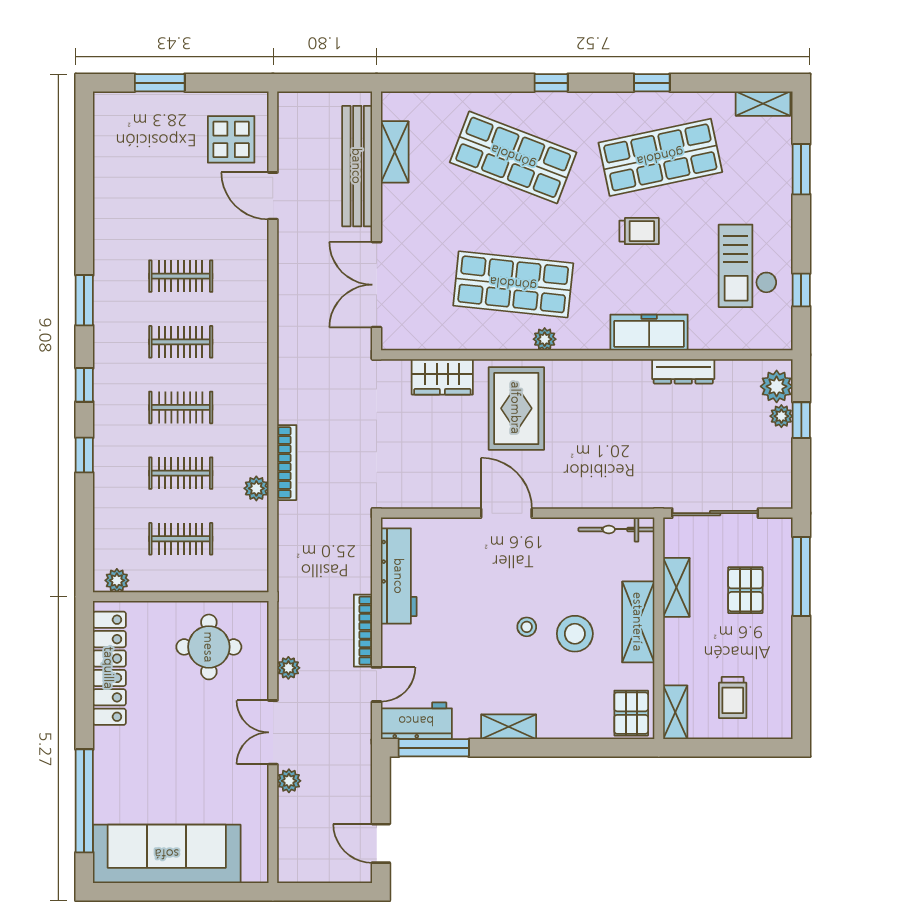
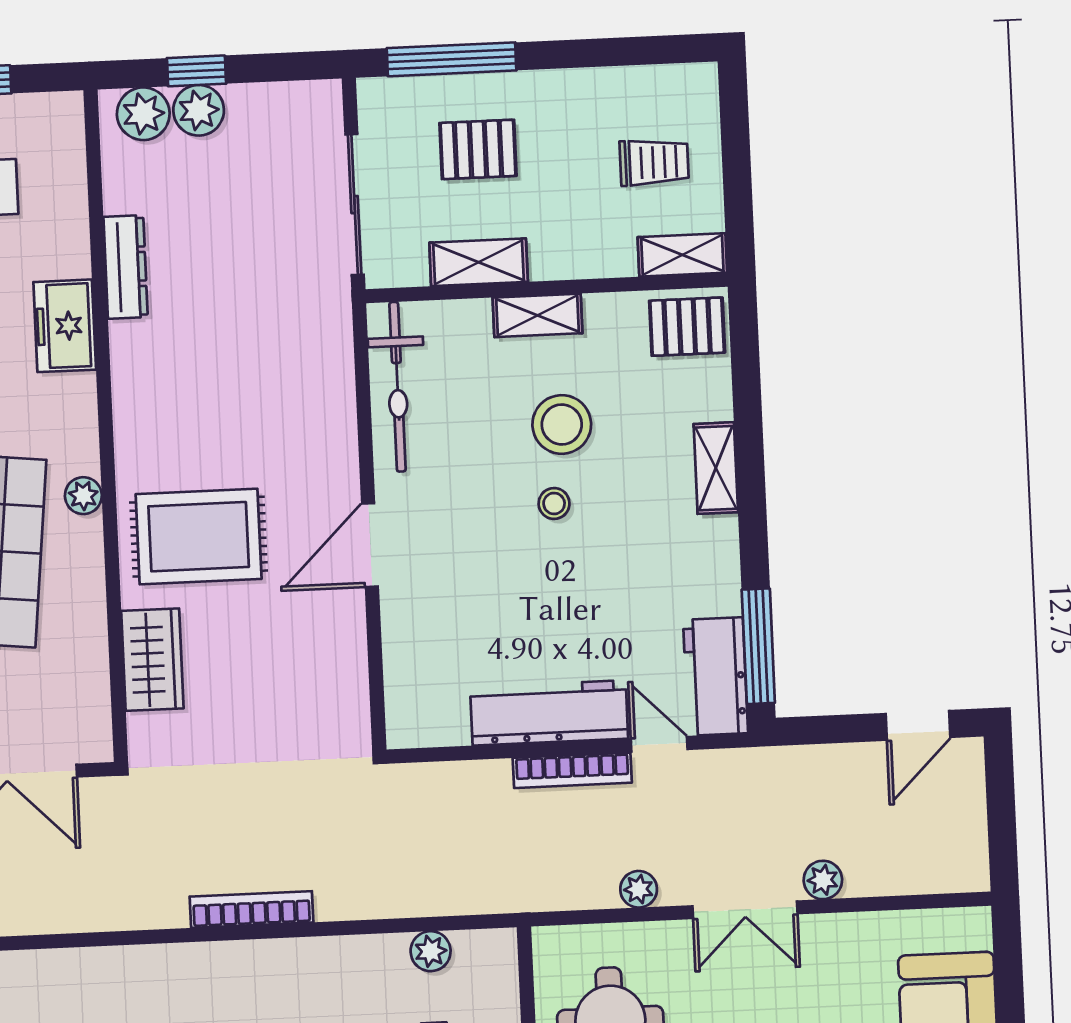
freezer: (649, 332) -> (65, 326), width x0.71
plant: (781, 416) -> (199, 110), width x1.38, depth x1.38
bookcase: (287, 463) -> (252, 909), moved
plant: (256, 488) -> (431, 951), moved
bicycle: (616, 529) -> (397, 387), width x1.37, depth x1.40
workbench: (399, 576) -> (549, 713), moved
shelving: (638, 622) -> (538, 315), width x0.67, depth x0.75
shelving: (509, 727) -> (716, 468), moved

